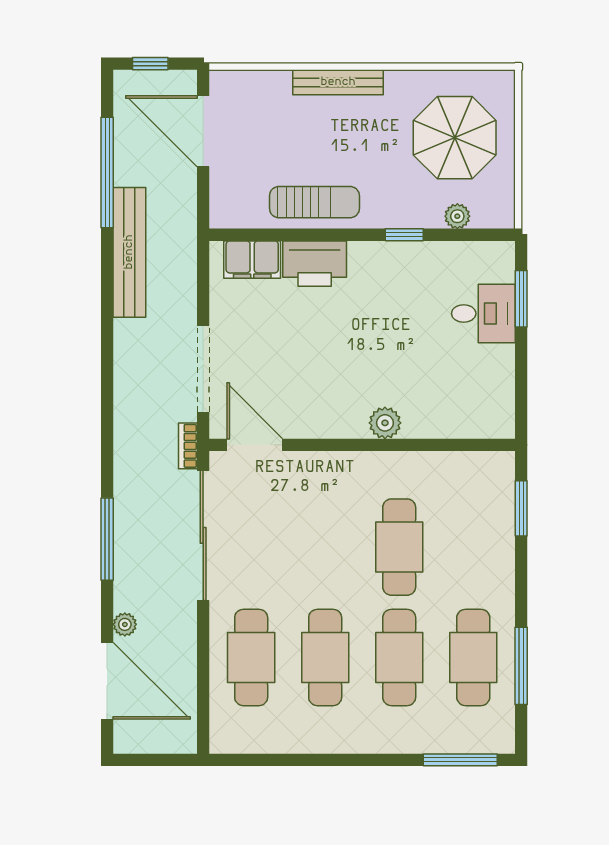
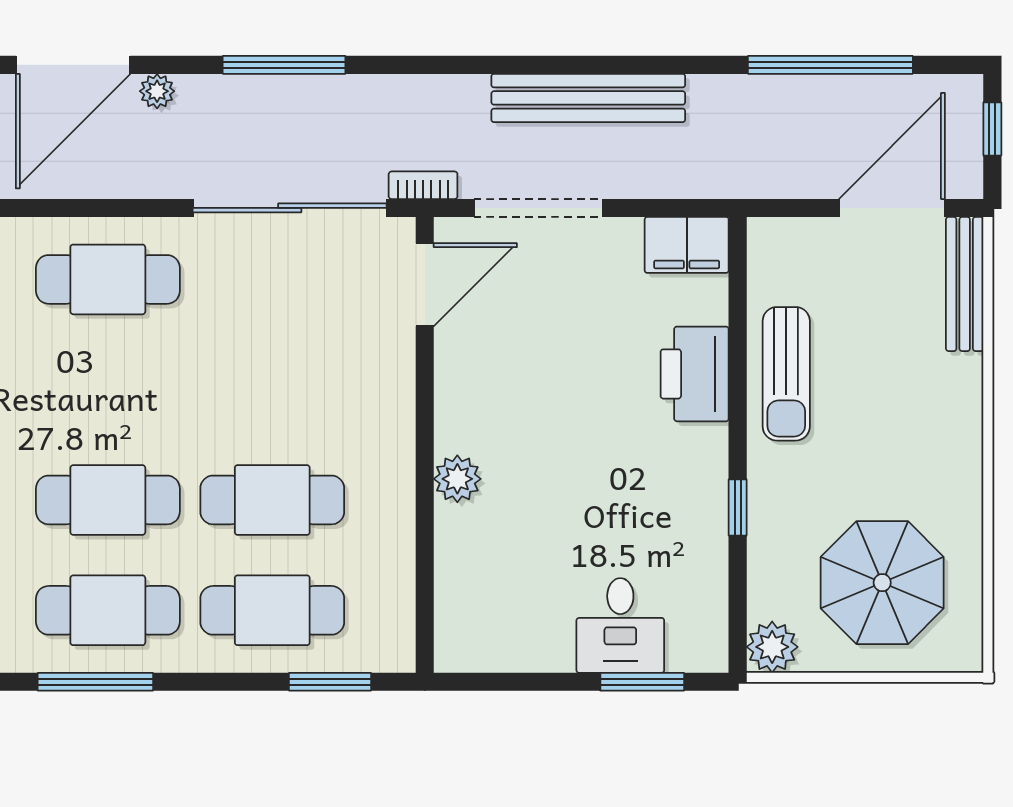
bench: (338, 82) -> (965, 284), moved
plant: (457, 216) -> (772, 647), moved, width x1.38, depth x1.38
bench: (129, 252) -> (588, 98), moved
filing cabinet: (252, 260) -> (687, 245), moved, turned -90
cafe table: (325, 657) -> (272, 610), moved

